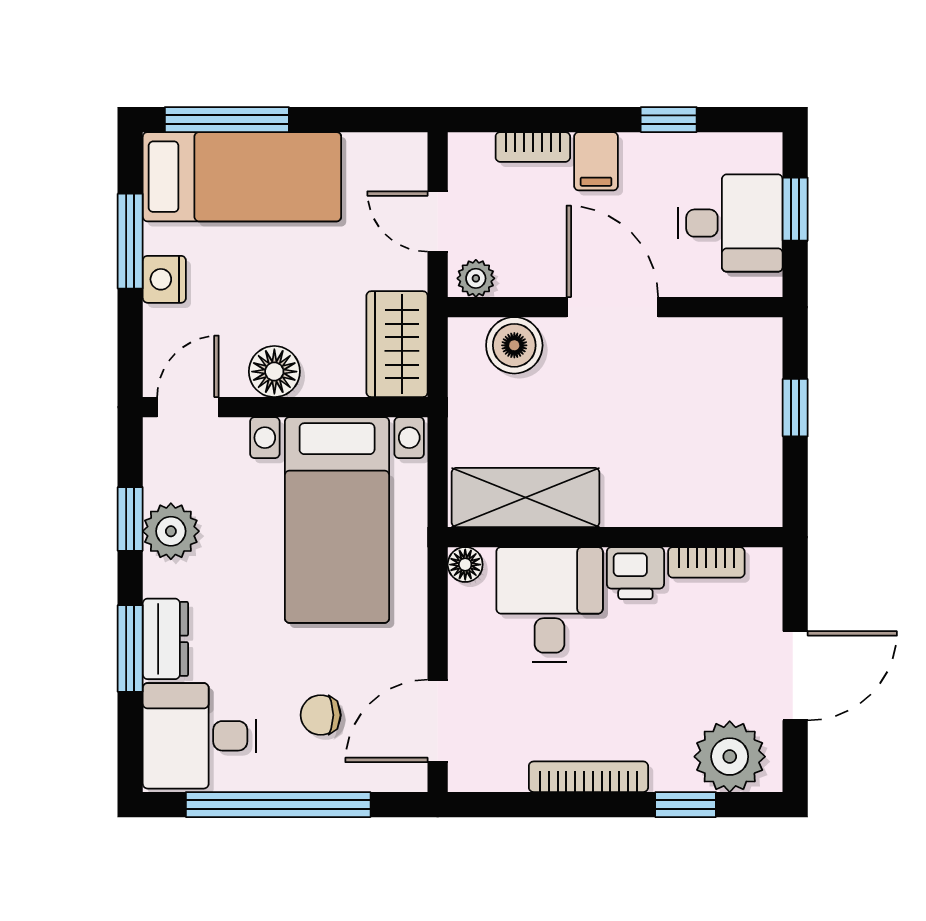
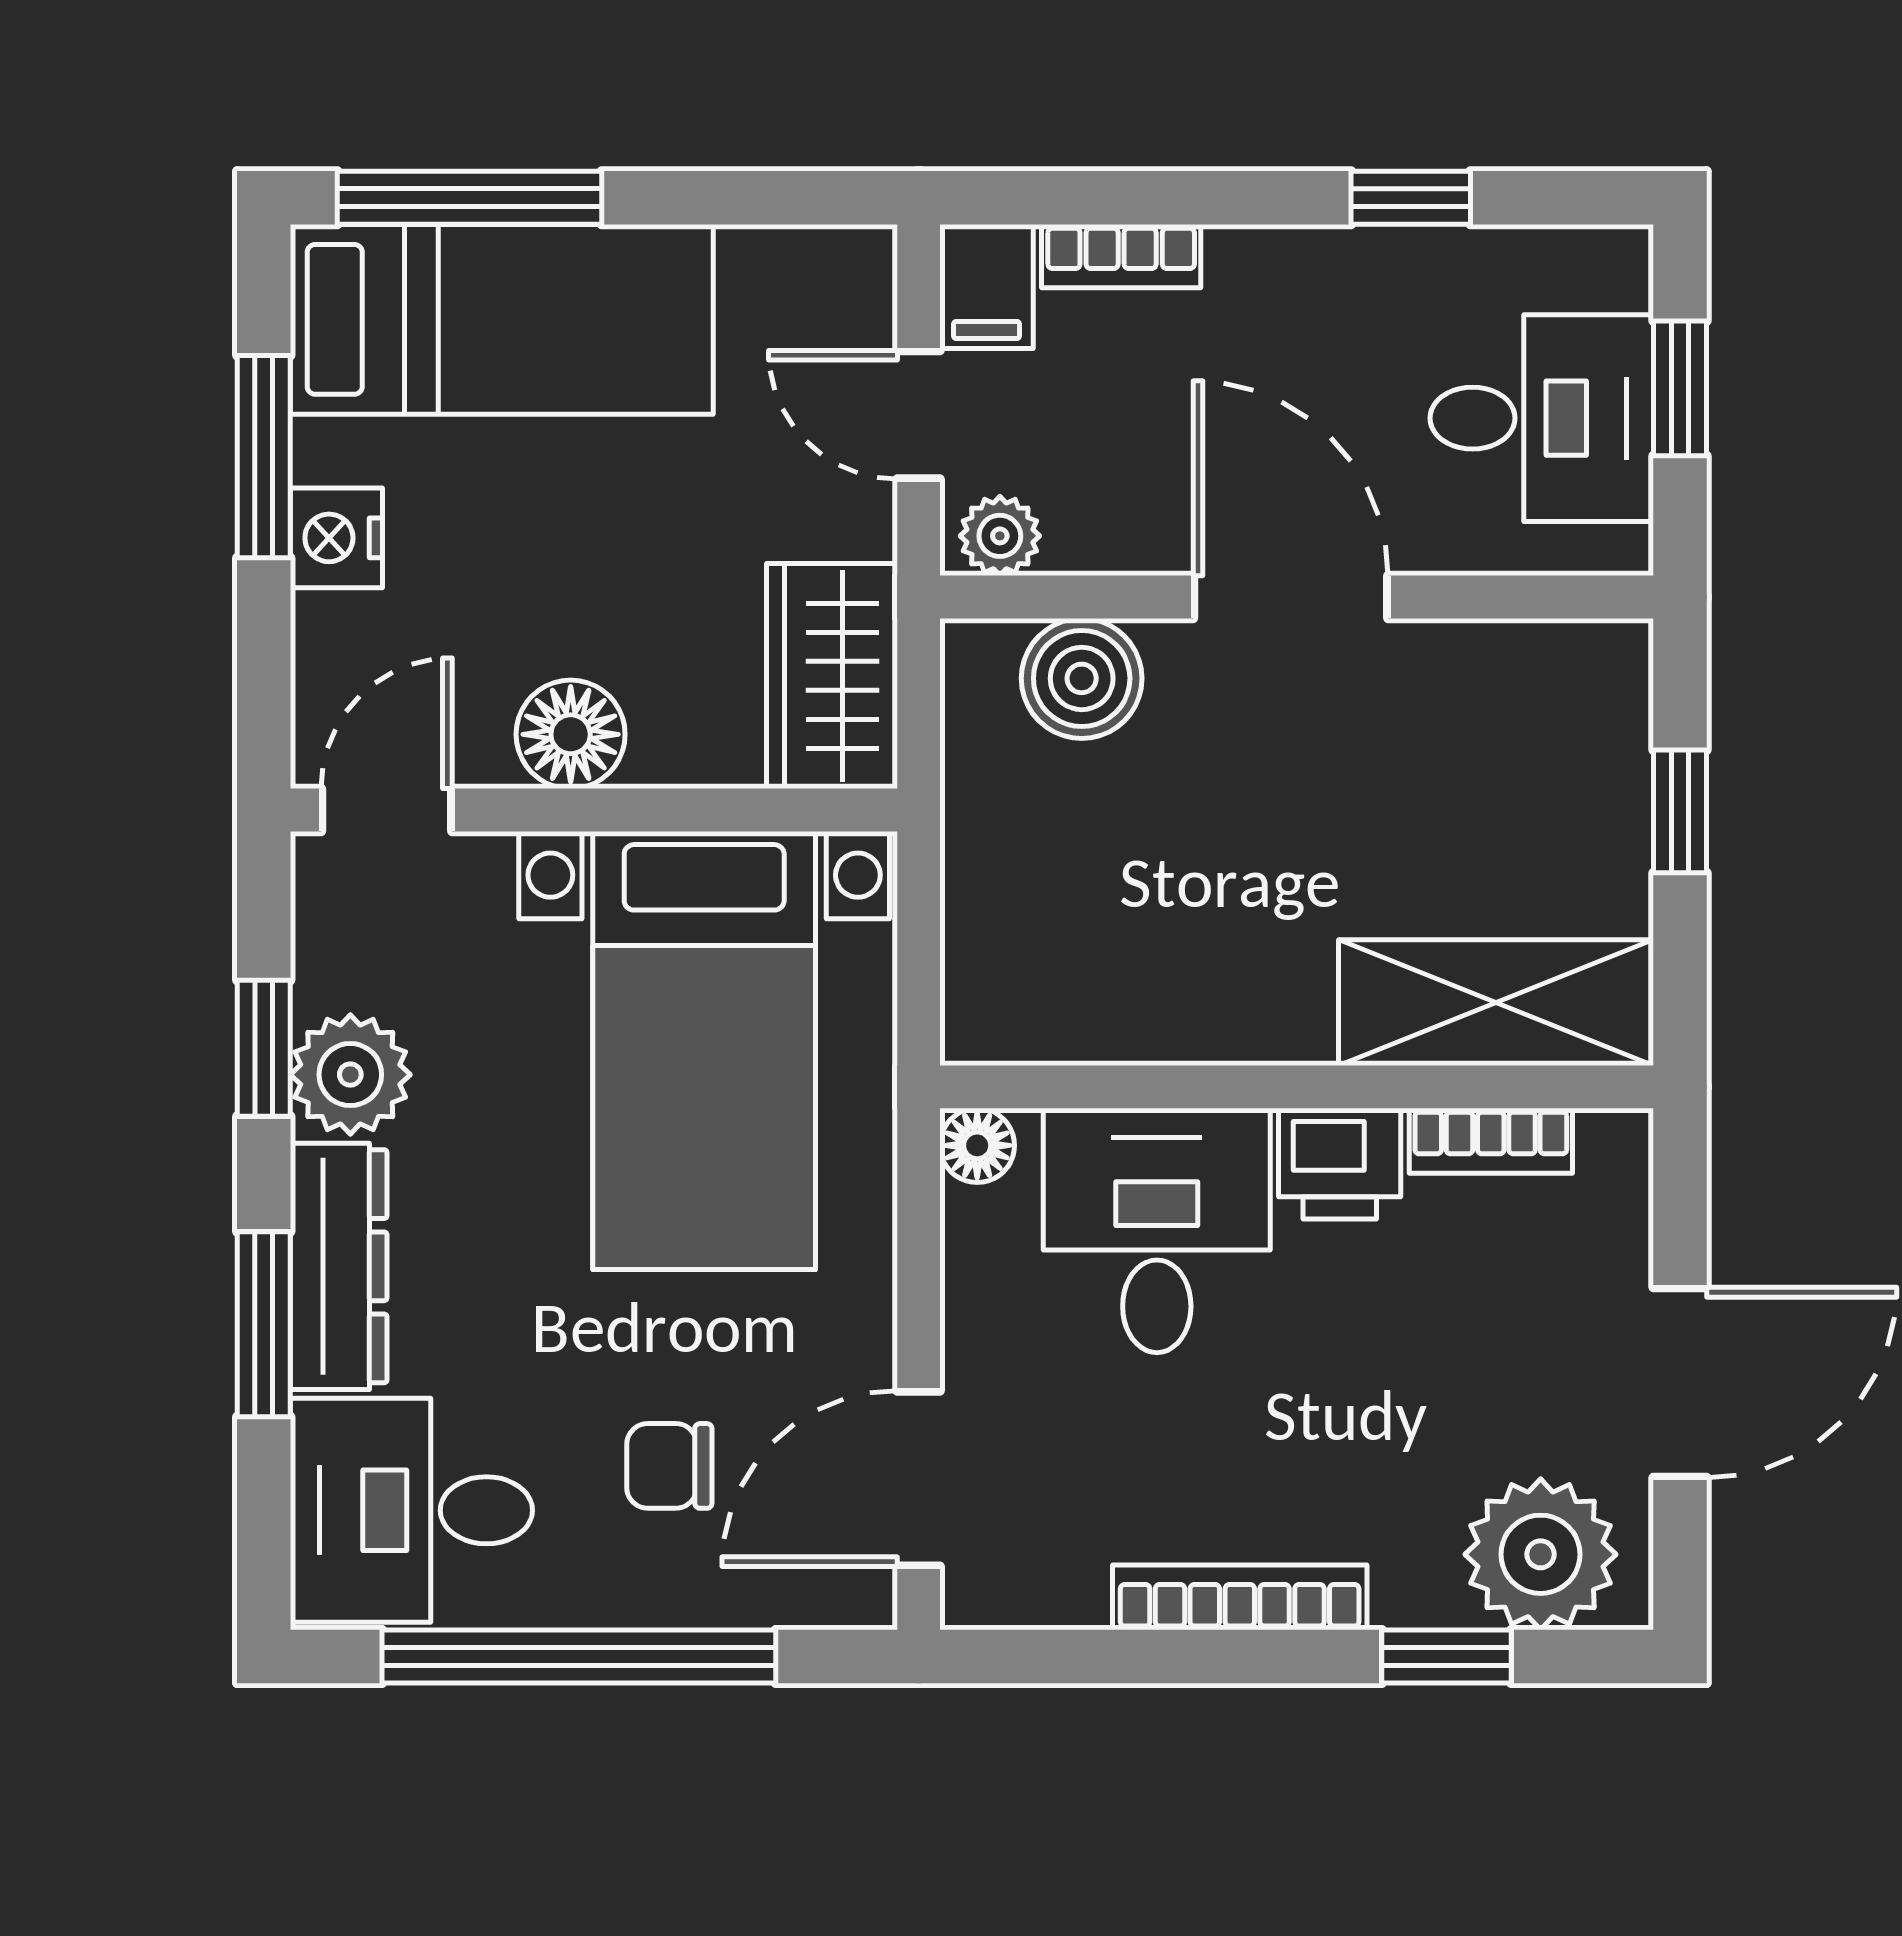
filing cabinet: (596, 161) -> (987, 286), moved
shelving: (525, 497) -> (1496, 1003), moved
dresser: (165, 639) -> (339, 1266), width x1.44

